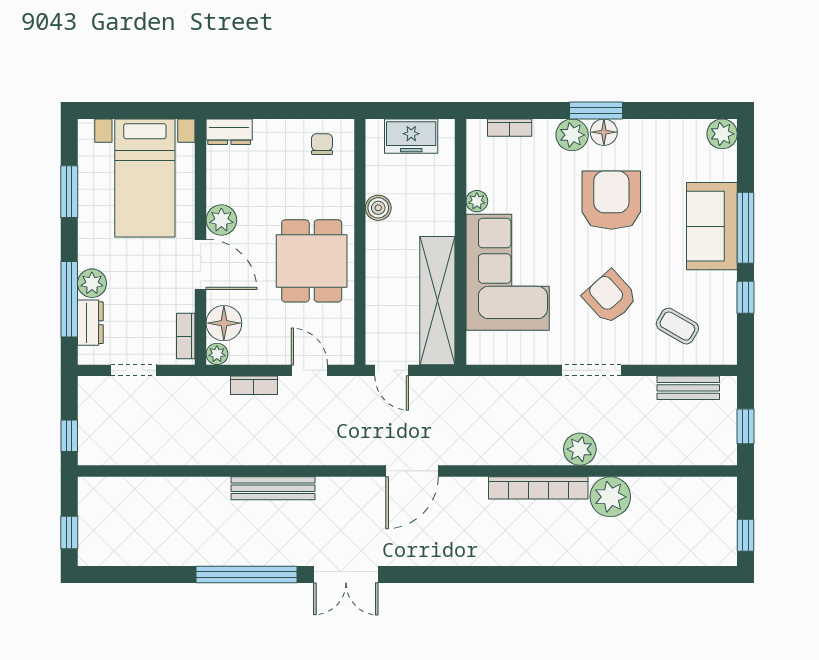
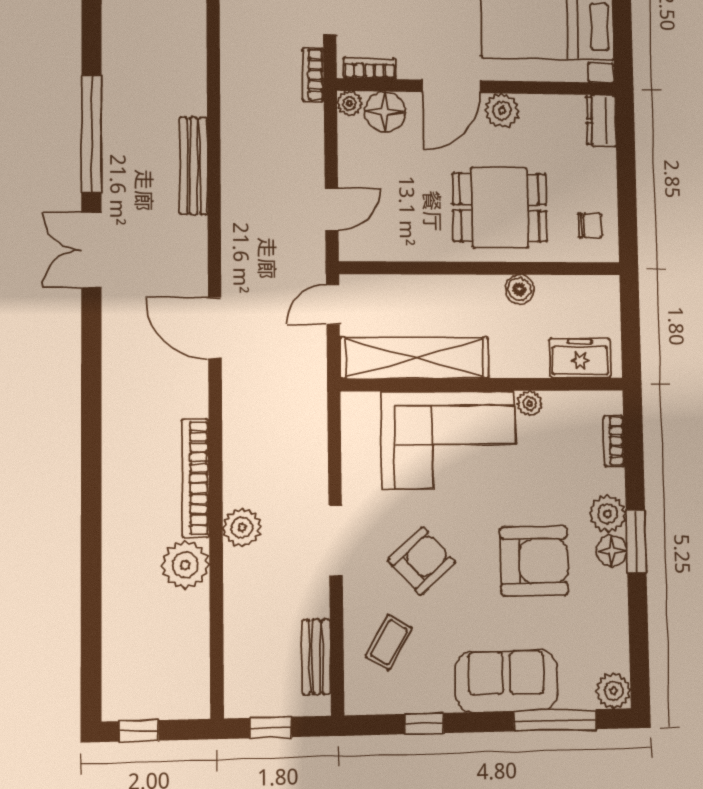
freezer: (411, 136) -> (580, 358), moved, turned 90
window: (746, 228) -> (555, 720), moved
dining table: (312, 261) -> (500, 208), moved
bookcase: (254, 385) -> (313, 75), moved

